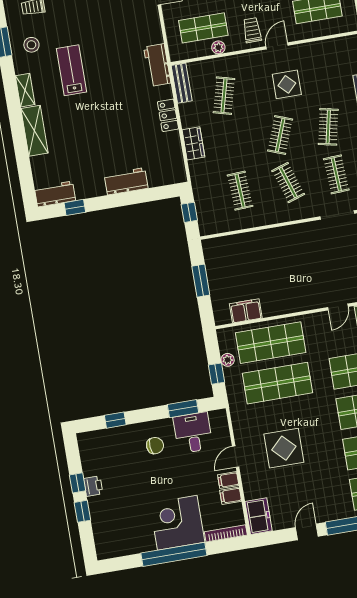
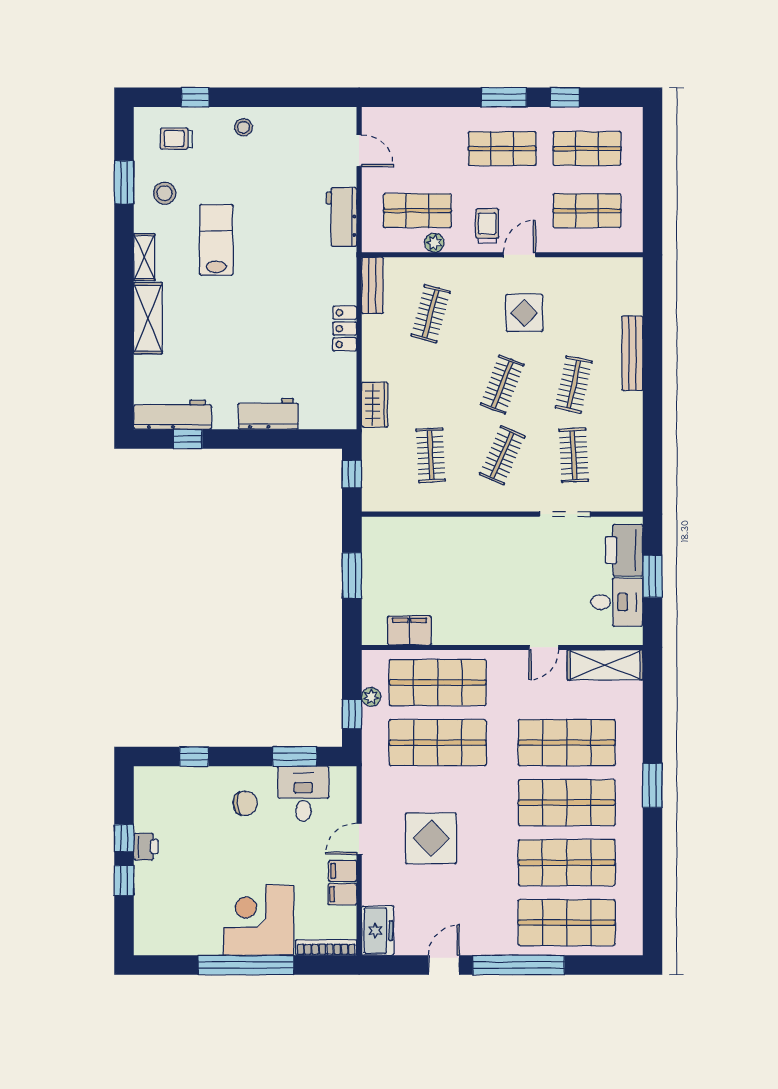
workbench: (157, 65) -> (341, 217), moved
wardrobe: (193, 143) -> (375, 405), moved
clothes rail: (288, 183) -> (502, 455), turned 42
workbench: (55, 194) -> (173, 415), width x1.38

